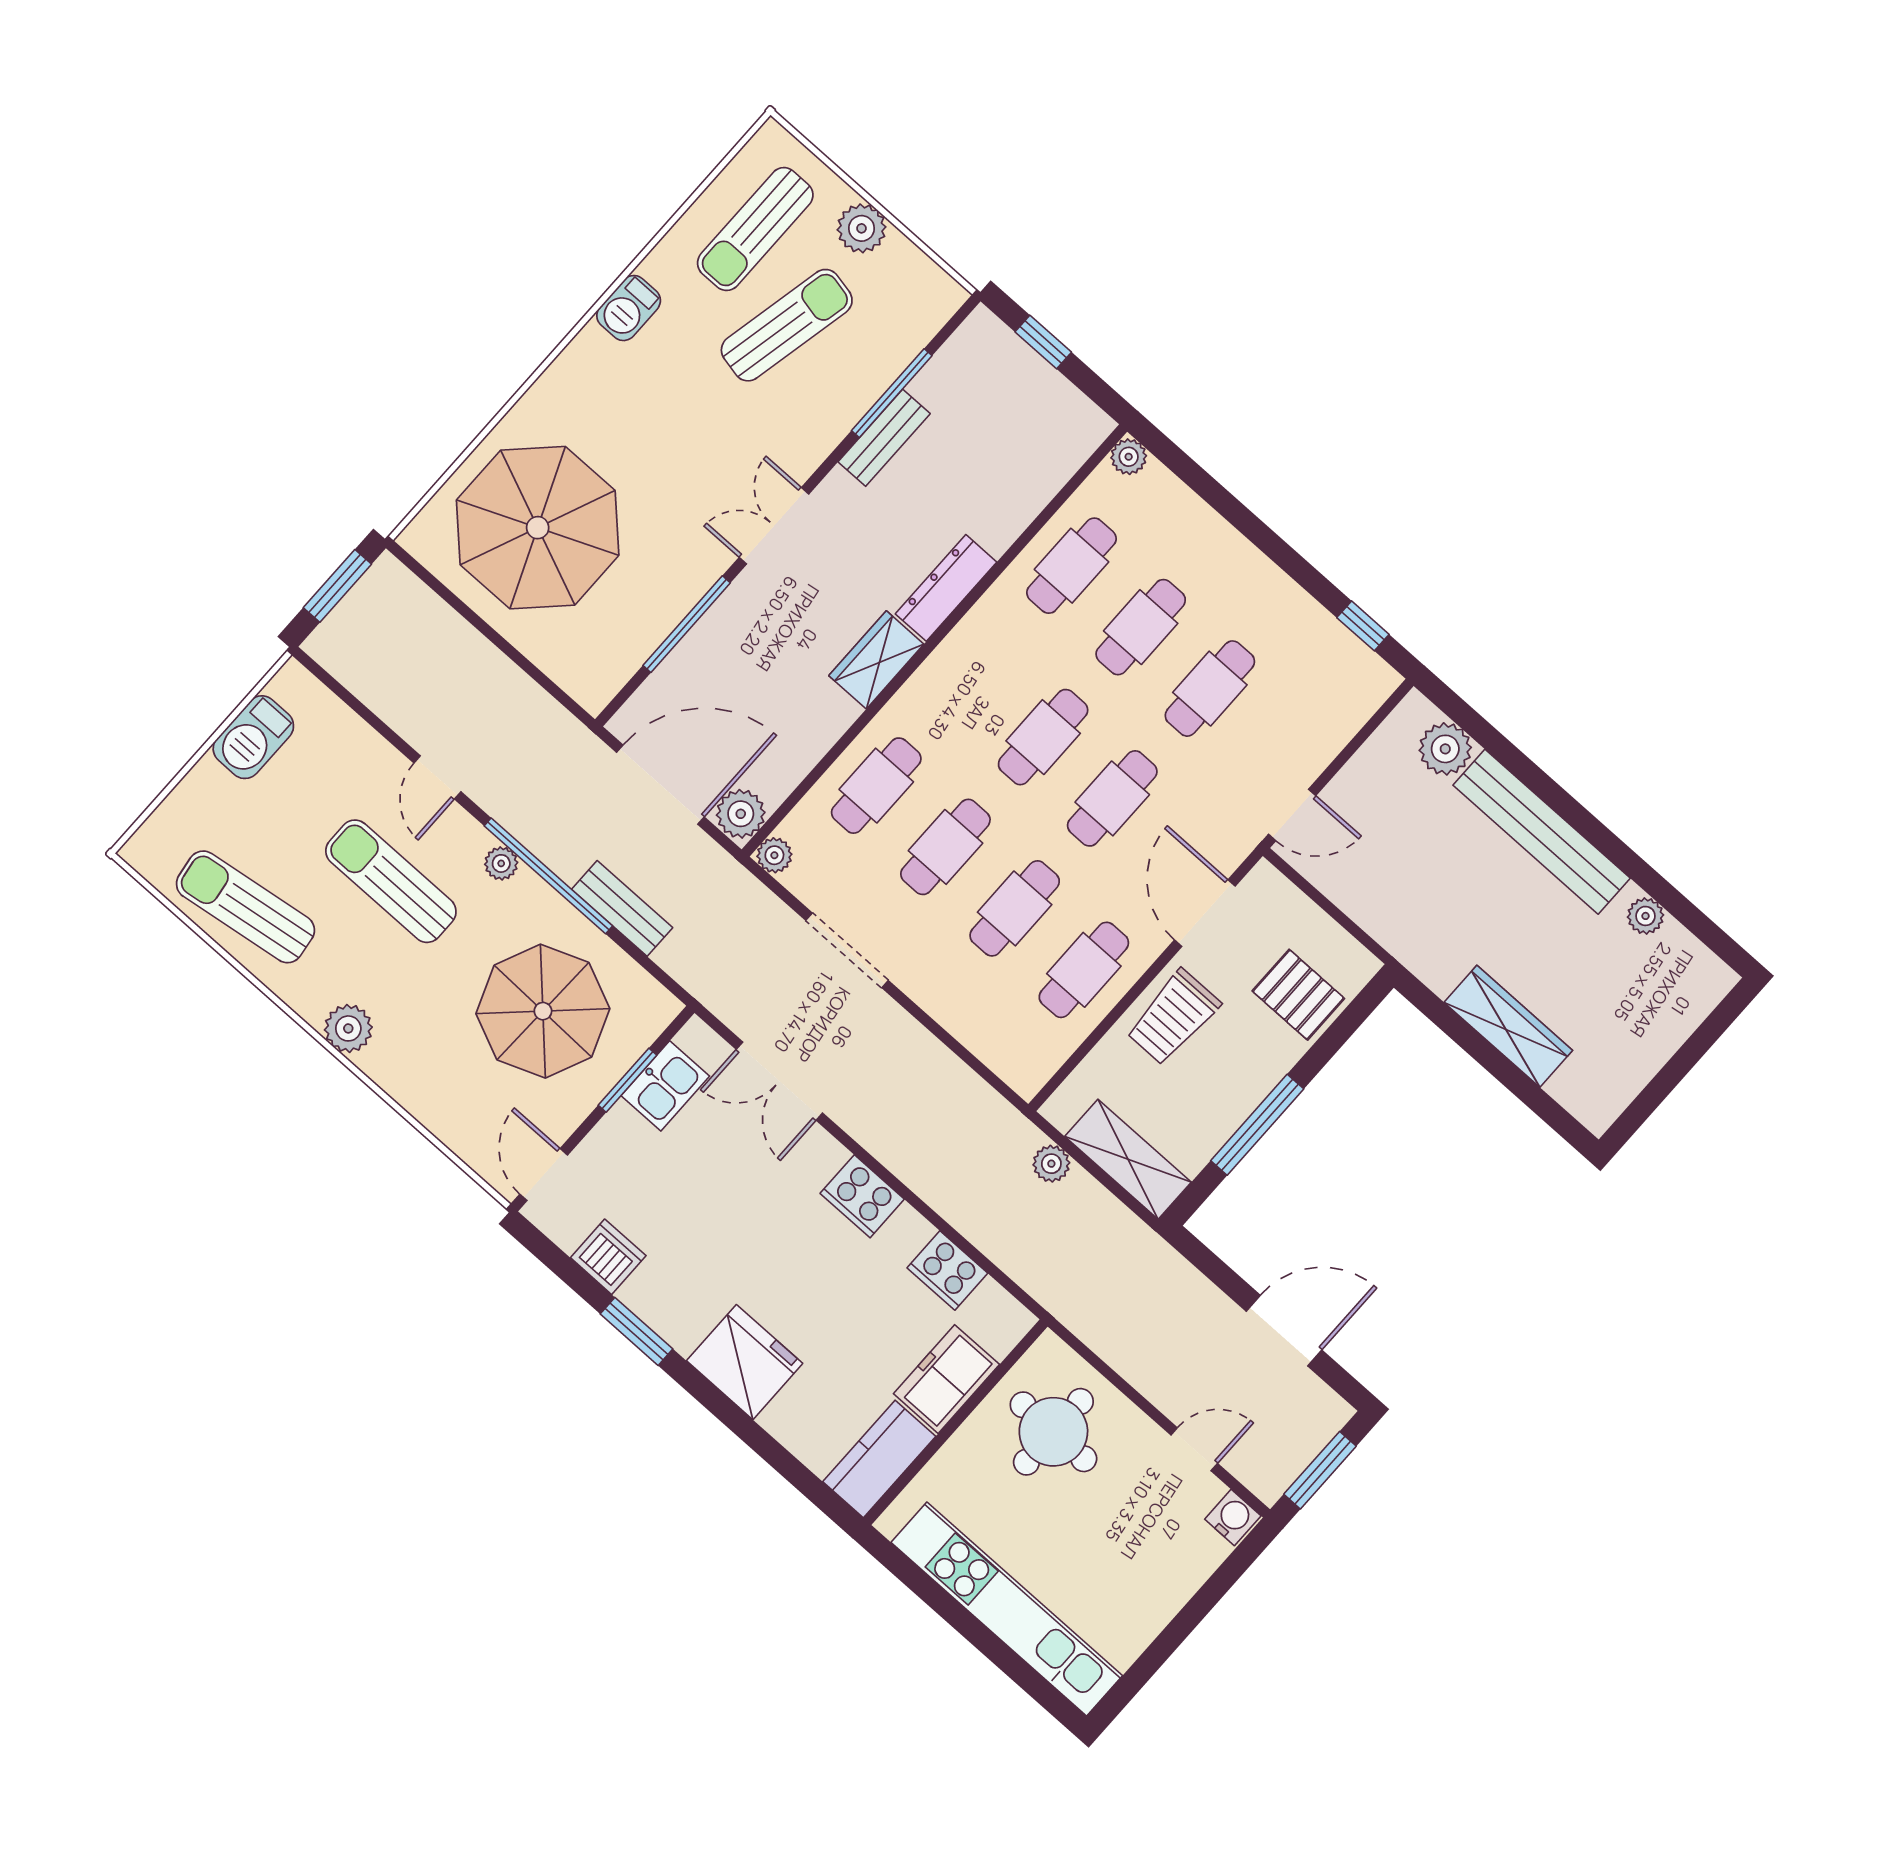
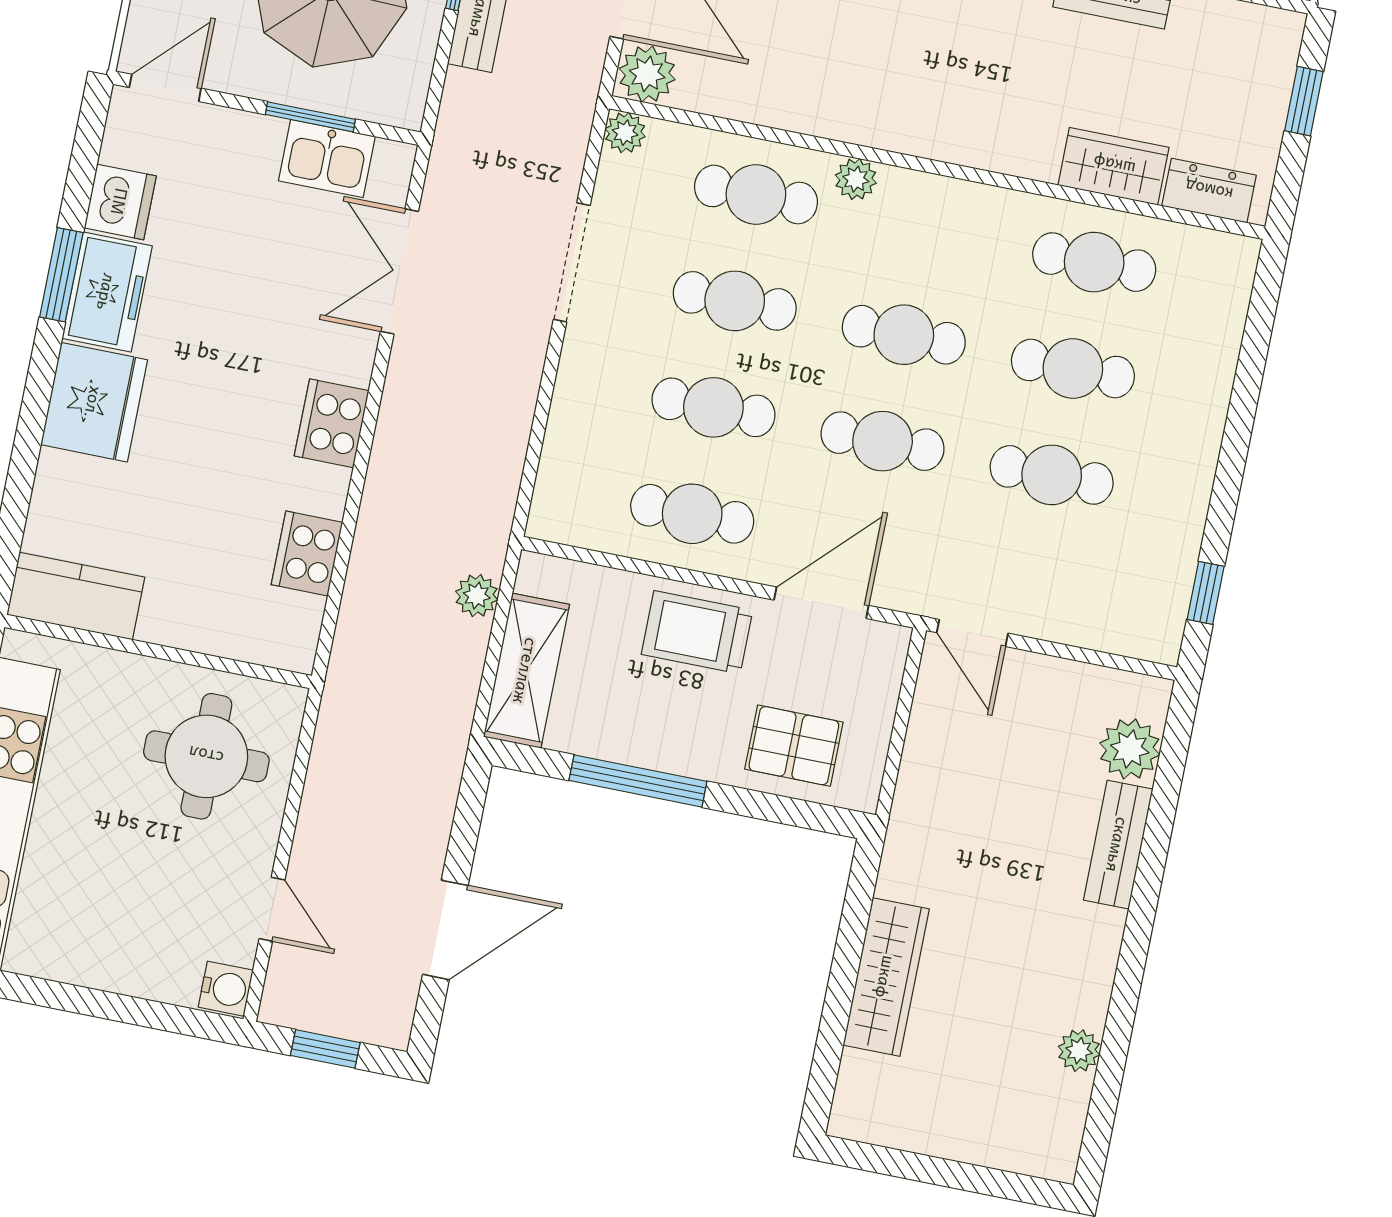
plant: (1129, 457) -> (856, 179), moved
dresser: (946, 588) -> (1209, 191), moved, width x0.70
wardrobe: (876, 660) -> (1114, 166), moved
bench: (1542, 832) -> (1118, 845), width x0.54, depth x0.82
pallet: (1298, 995) -> (794, 746), turned 90
door: (1284, 1331) -> (445, 930), hinge flipped
freezer: (946, 1379) -> (107, 292), moved, turned 90
window: (1320, 1470) -> (325, 1049), width x0.67

